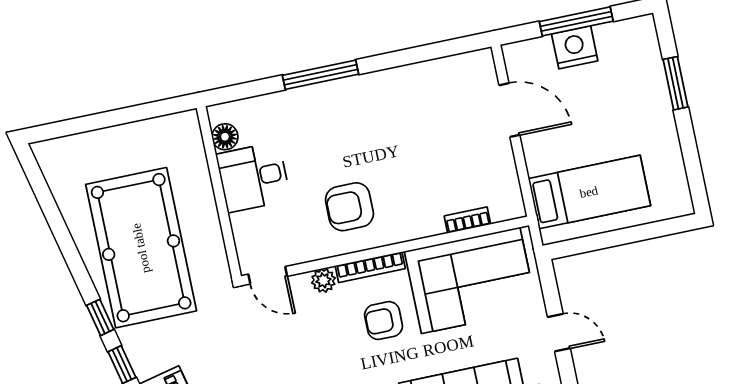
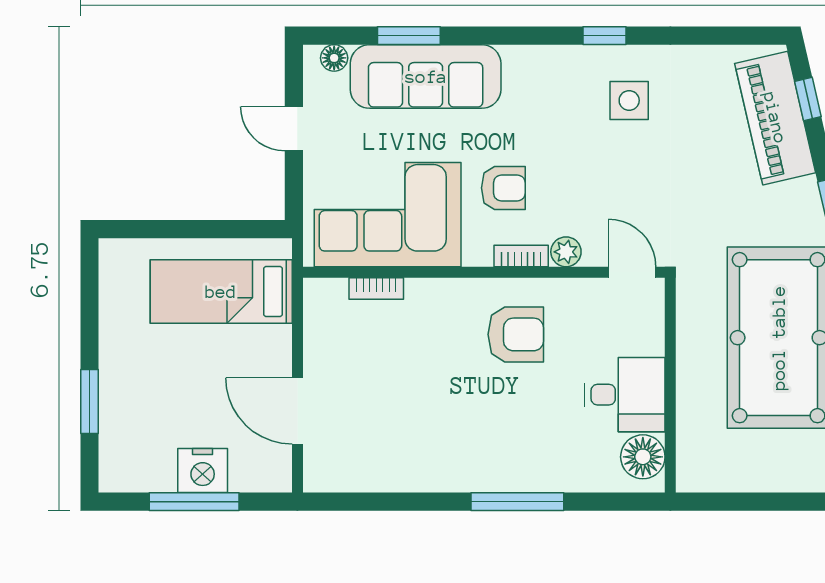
floor lamp: (225, 137) -> (643, 457), width x1.38, depth x1.38
bookcase: (370, 267) -> (521, 256), width x0.64

